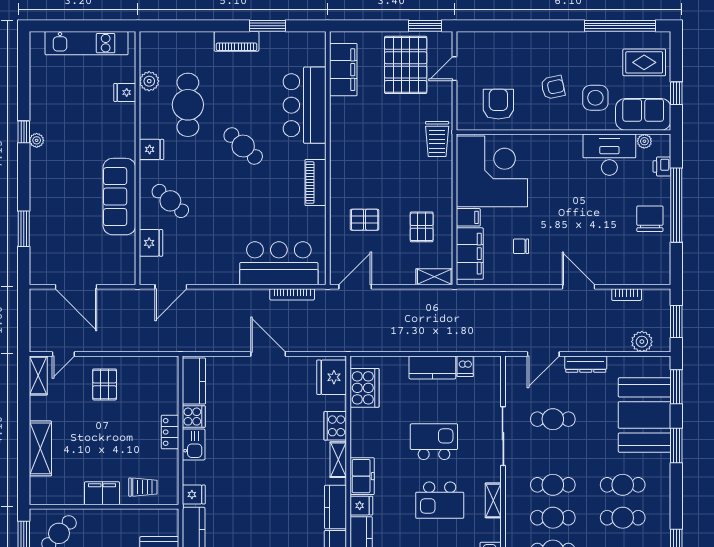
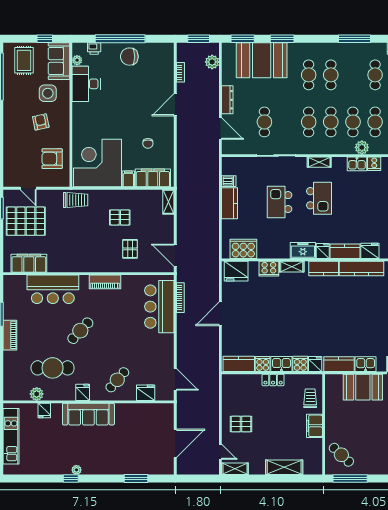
sofa: (119, 197) -> (88, 414), moved
pallet: (422, 227) -> (120, 217), moved
cooker: (194, 472) -> (300, 364), added

